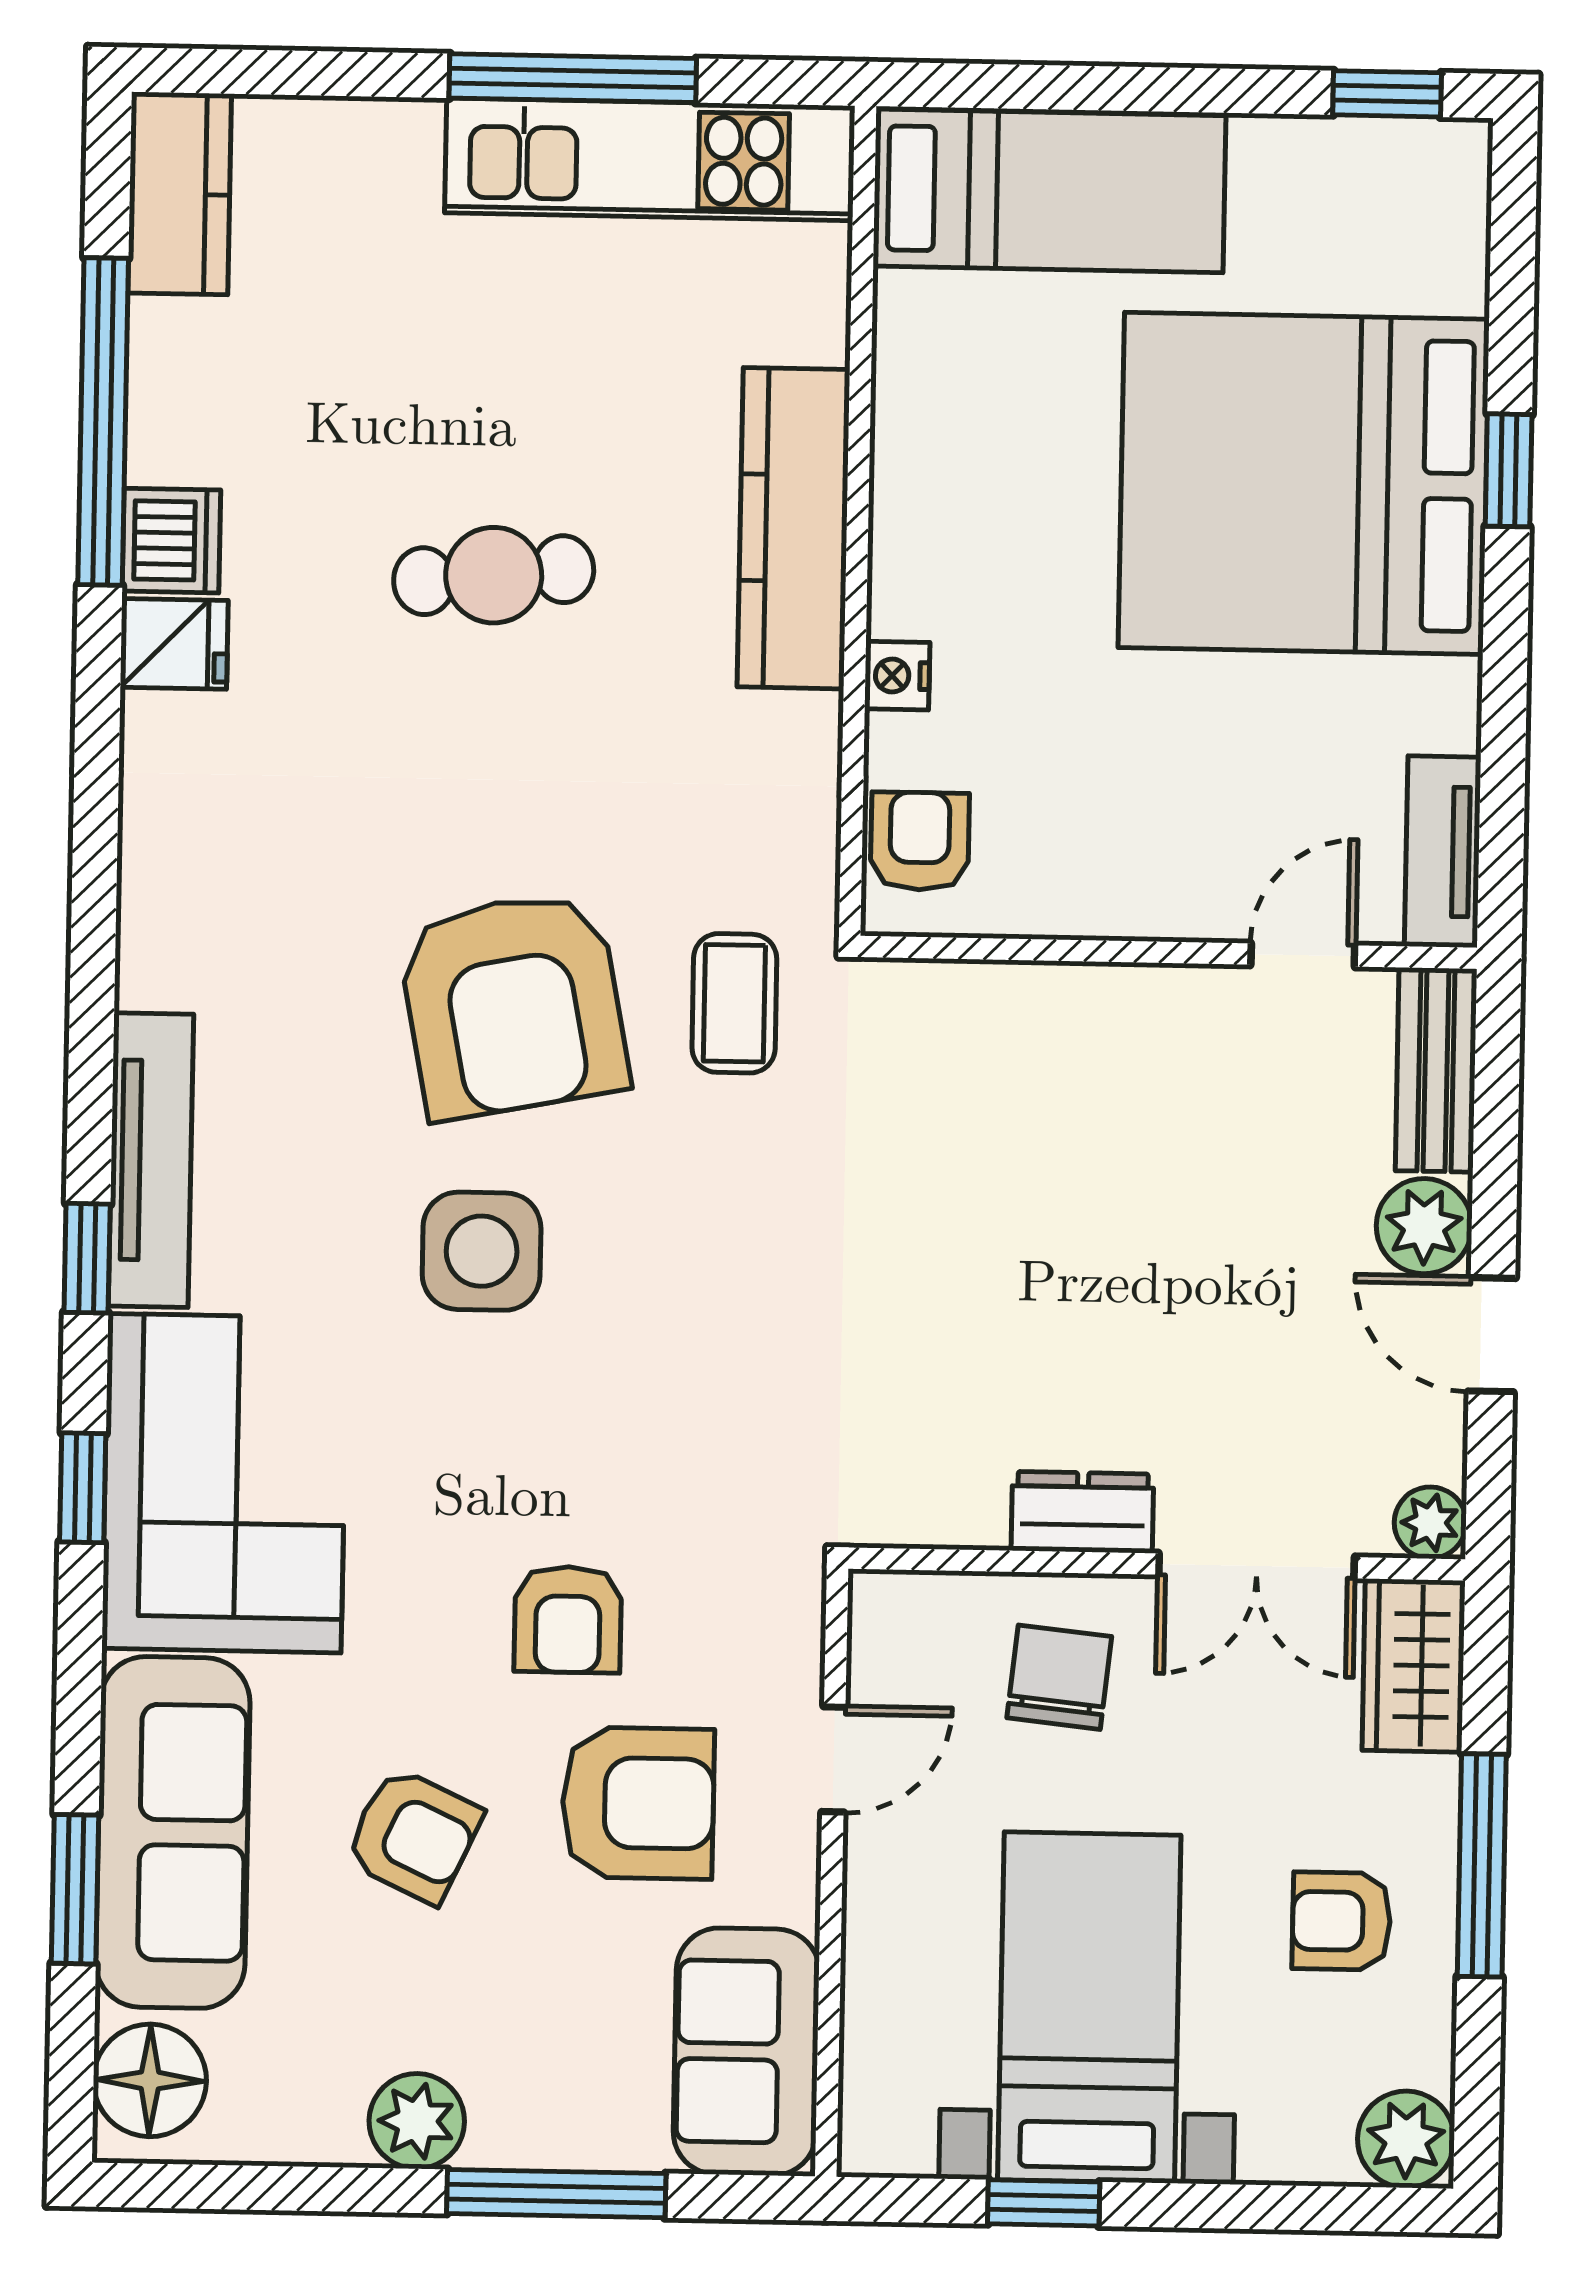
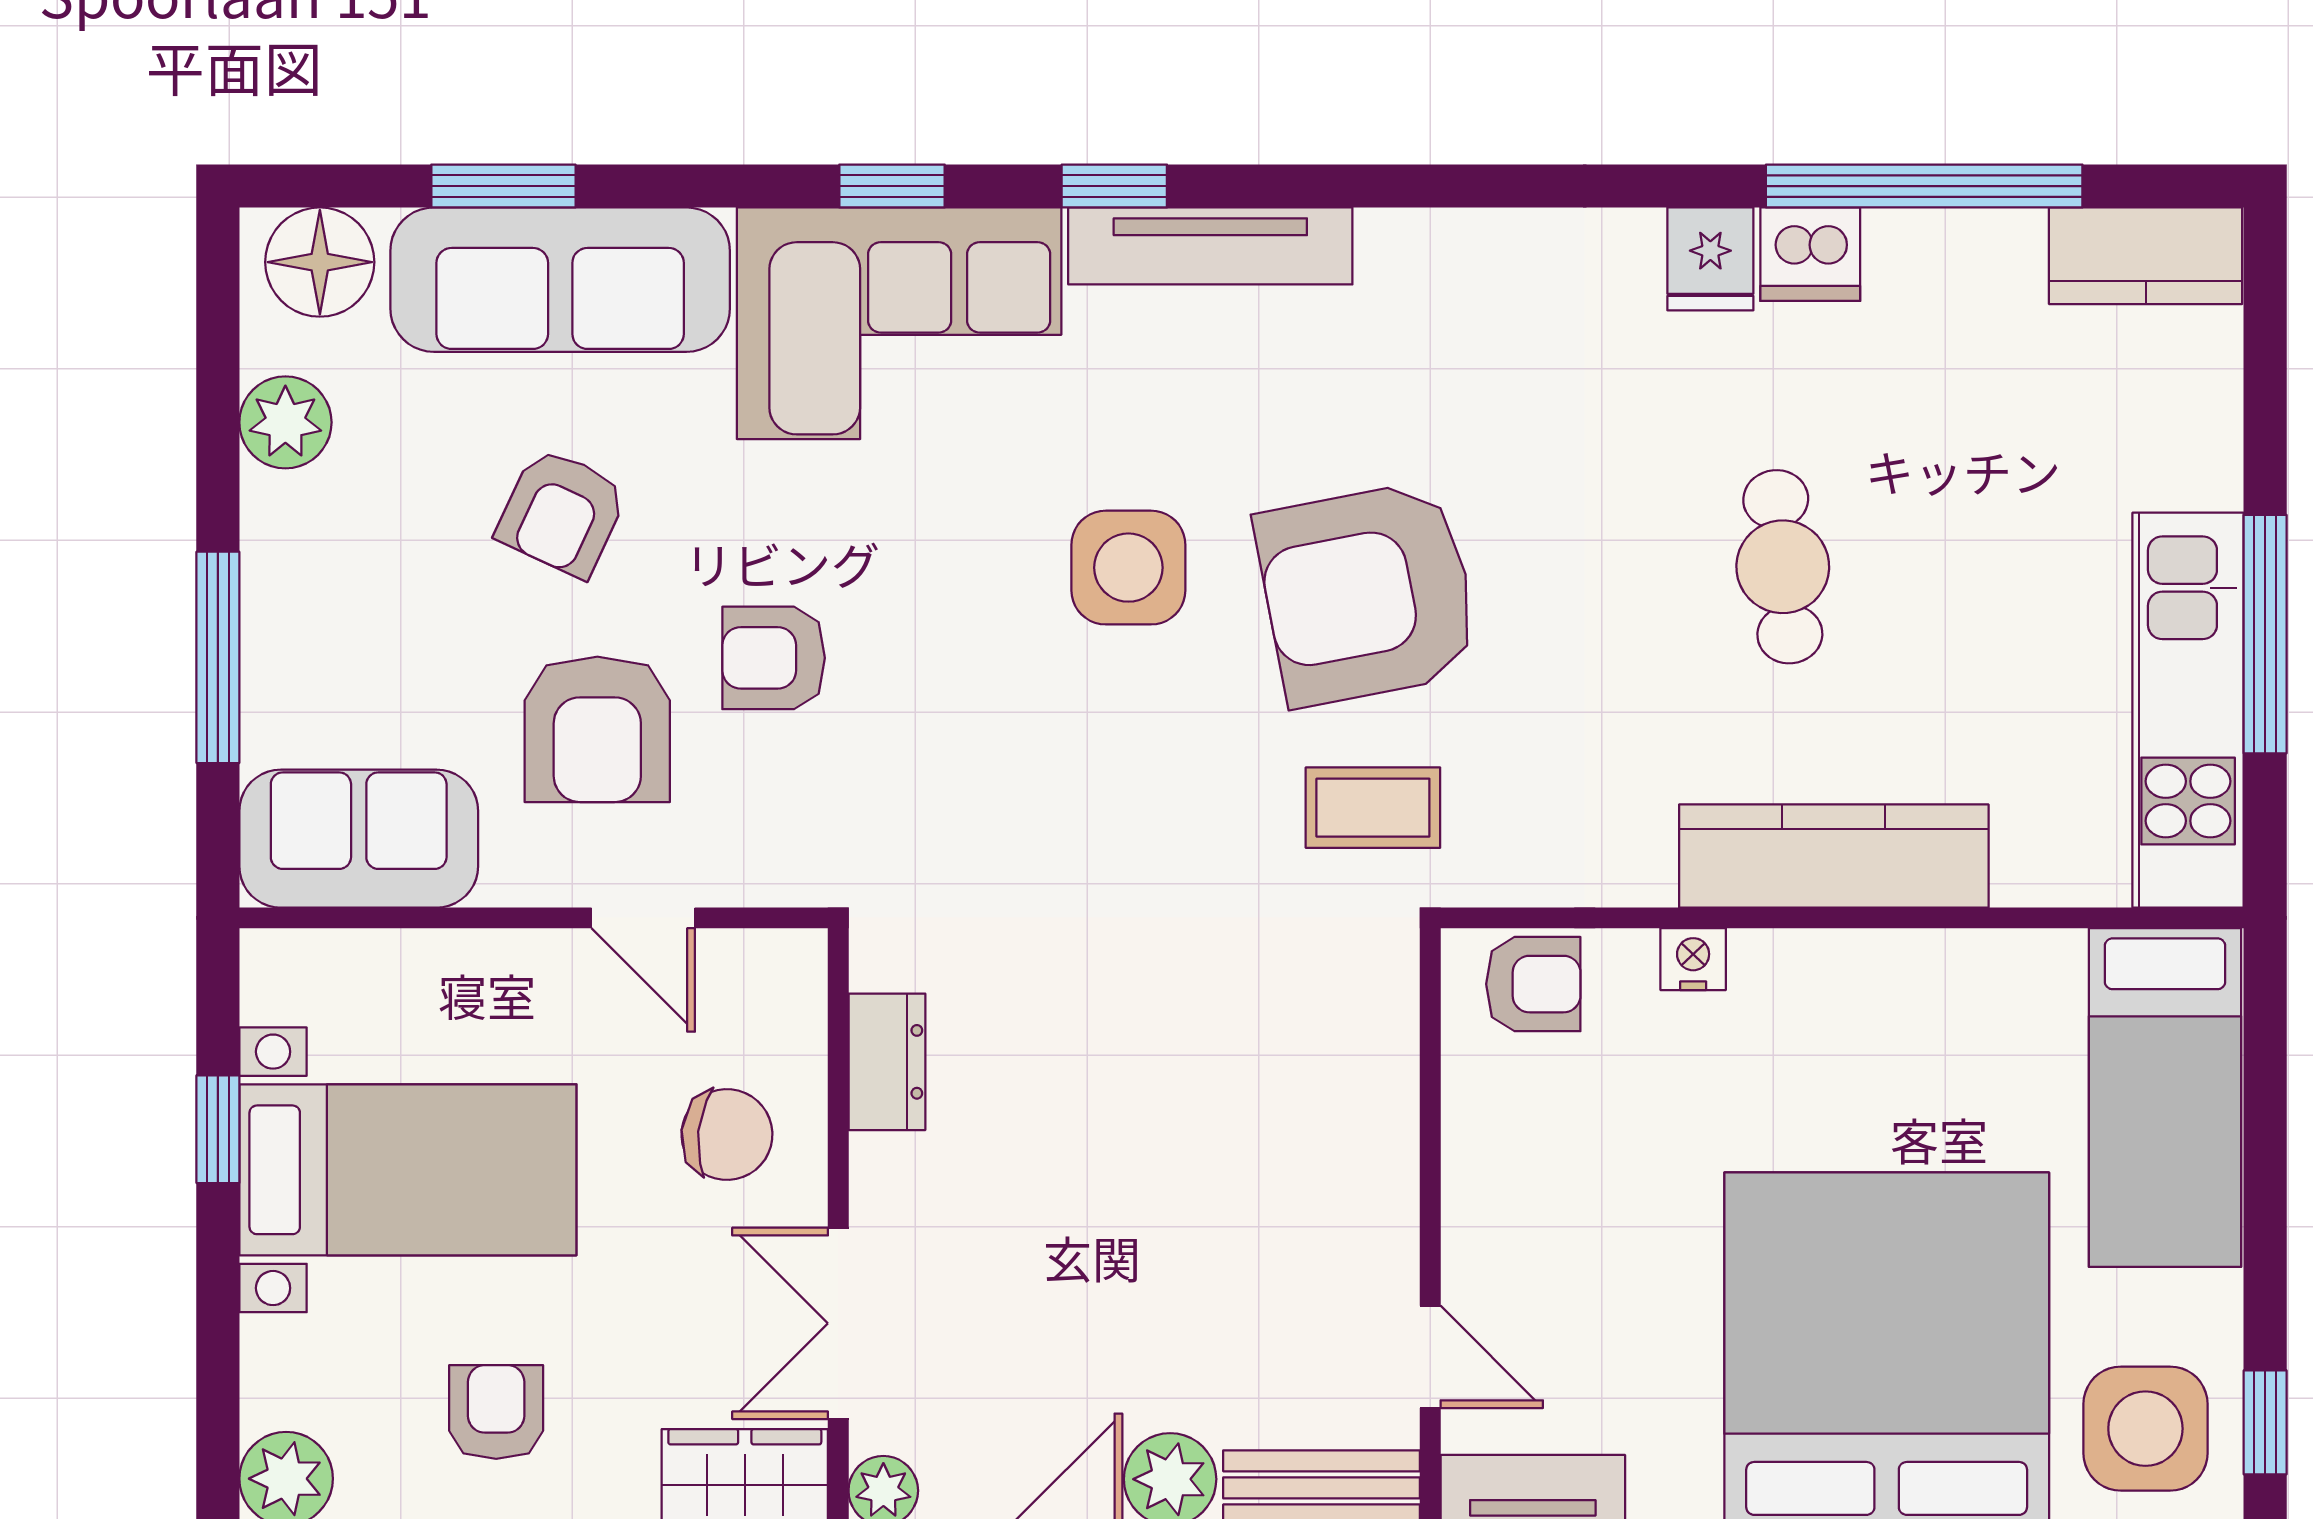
side table: (1391, 218) -> (2145, 1429), added
dresser: (1083, 1512) -> (887, 1062), moved
plant: (417, 2121) -> (285, 422), moved

